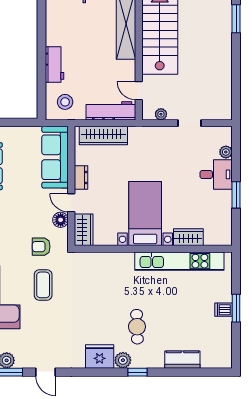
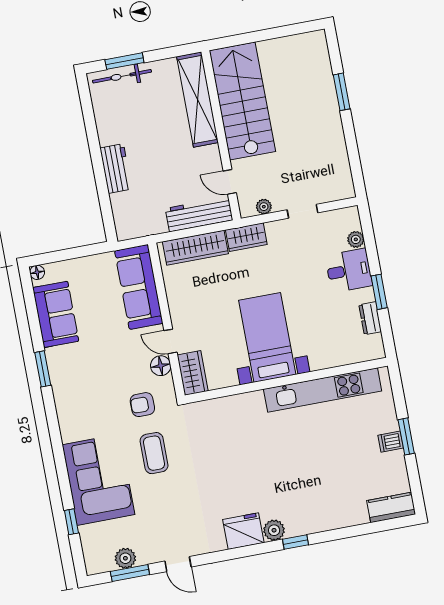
window: (236, 19) -> (342, 92), moved
stool: (65, 102) -> (138, 214), removed
dresser: (81, 178) -> (370, 318), moved, turned 180
wardrobe: (188, 237) -> (246, 237), moved, turned 180
cafe table: (137, 327) -> (284, 484), removed
kitchen counter: (182, 360) -> (391, 507), moved

